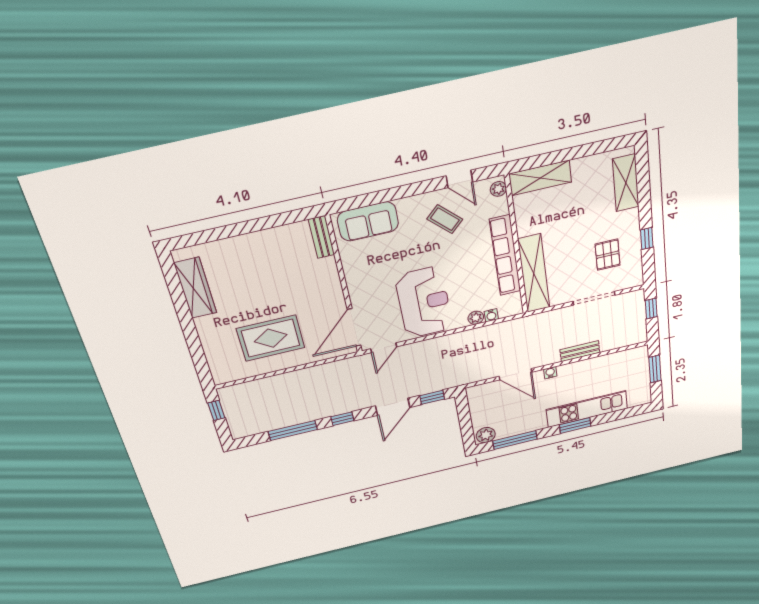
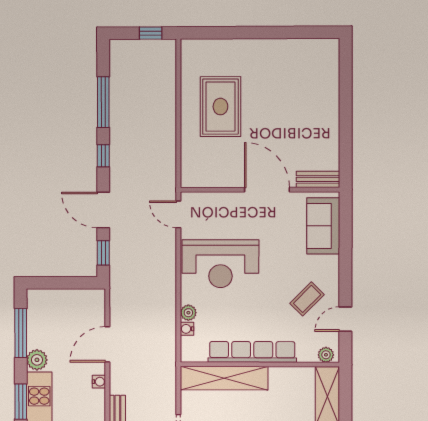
wardrobe: (195, 288) -> (295, 51), removed
door: (354, 327) -> (267, 190), moved
plant: (486, 435) -> (37, 360), moved

